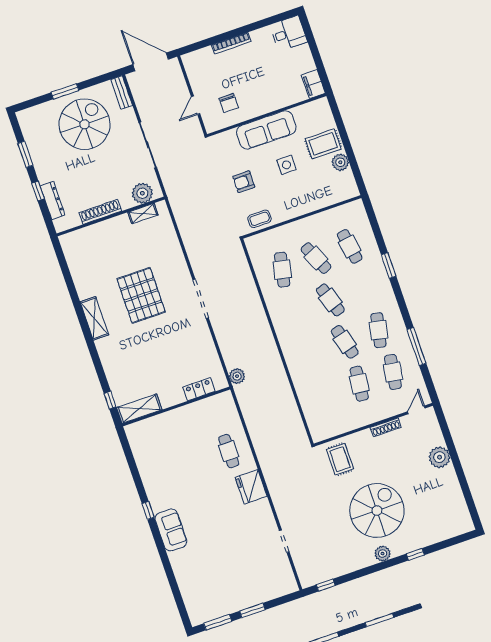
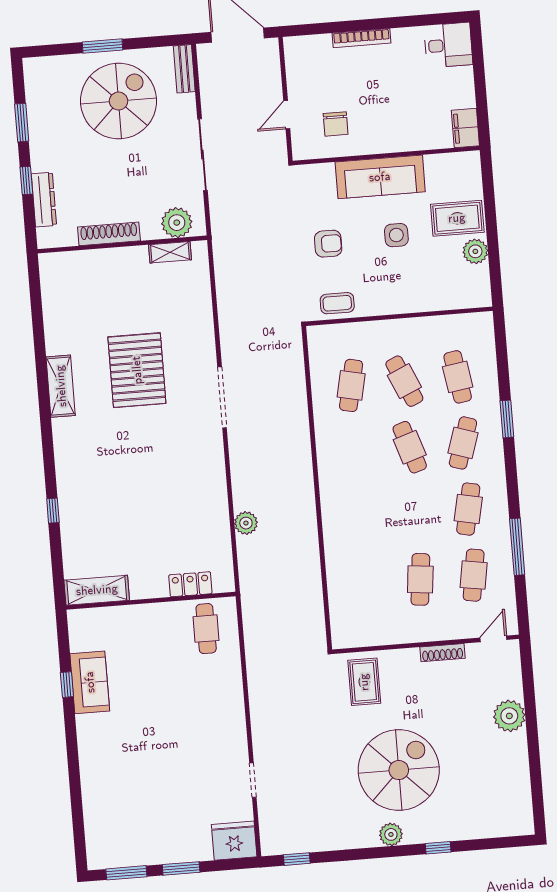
armchair: (244, 182) -> (328, 244), turned 180
cafe table: (345, 342) -> (463, 443), moved, turned 33
locker: (199, 389) -> (190, 584), moved
wall: (176, 406) -> (151, 601), moved
shelving: (139, 409) -> (97, 590), moved
fridge: (251, 487) -> (234, 841), moved, turned 90
sofa: (171, 530) -> (90, 682), moved

